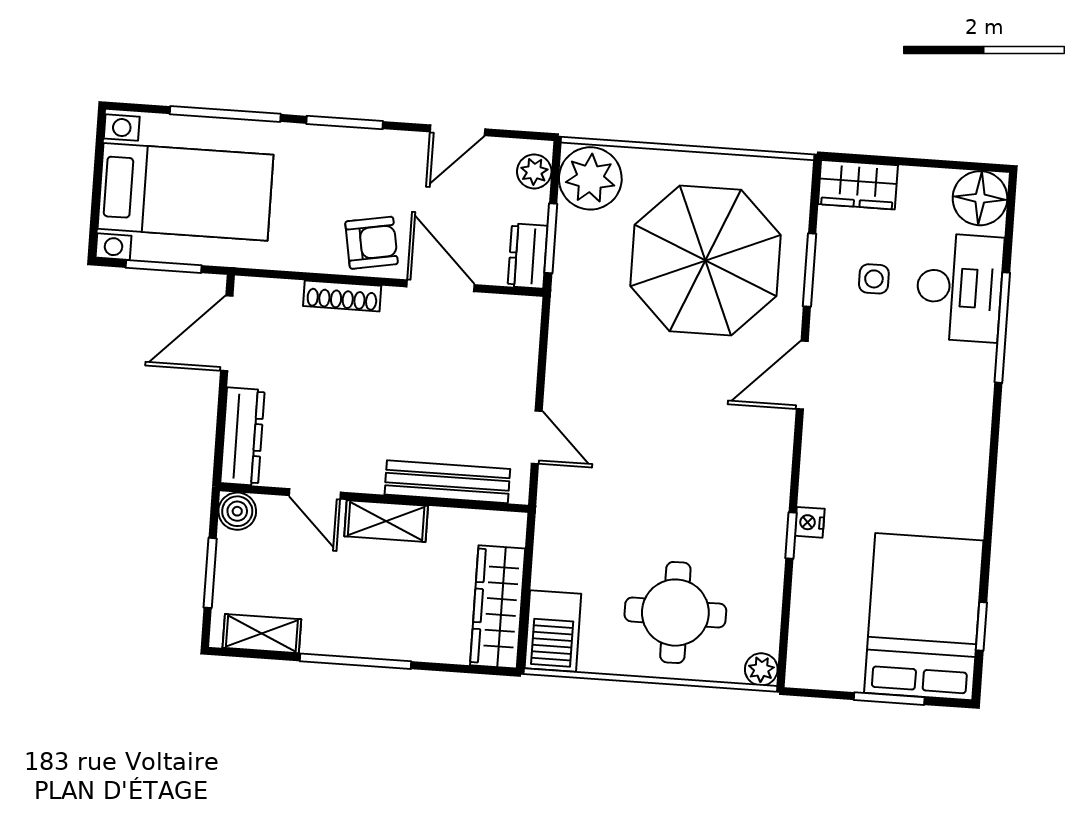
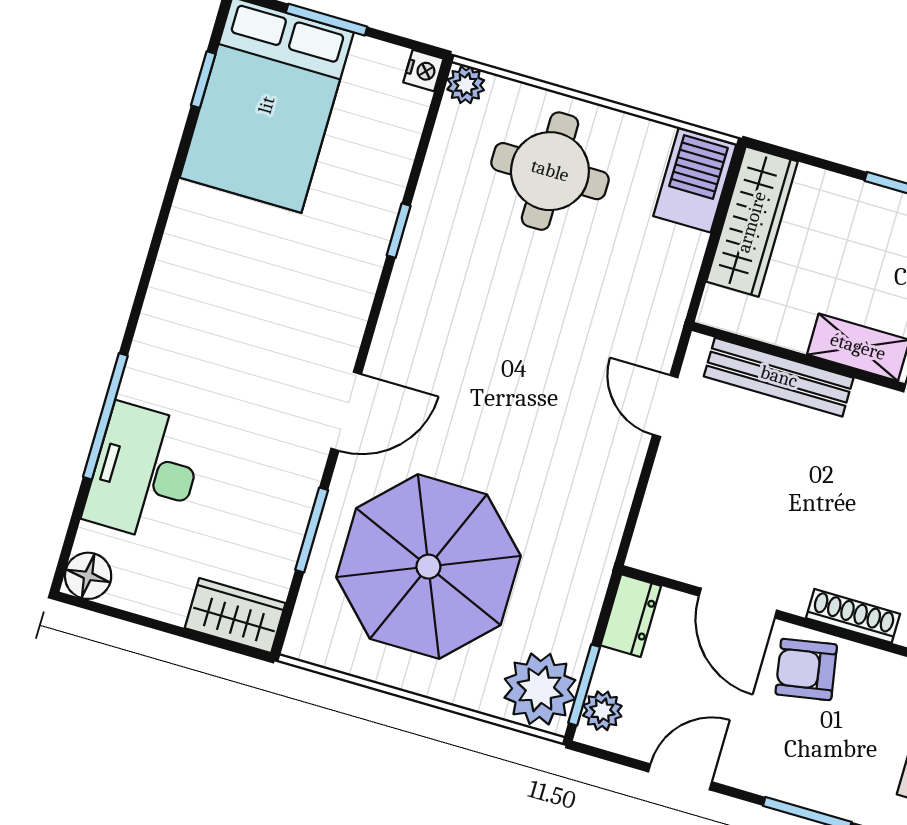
floor lamp: (980, 198) -> (88, 576), width x0.73, depth x0.73
window: (551, 238) -> (584, 685), moved
side table: (874, 279) -> (240, 504), removed
nightstand: (810, 522) -> (423, 71), moved

